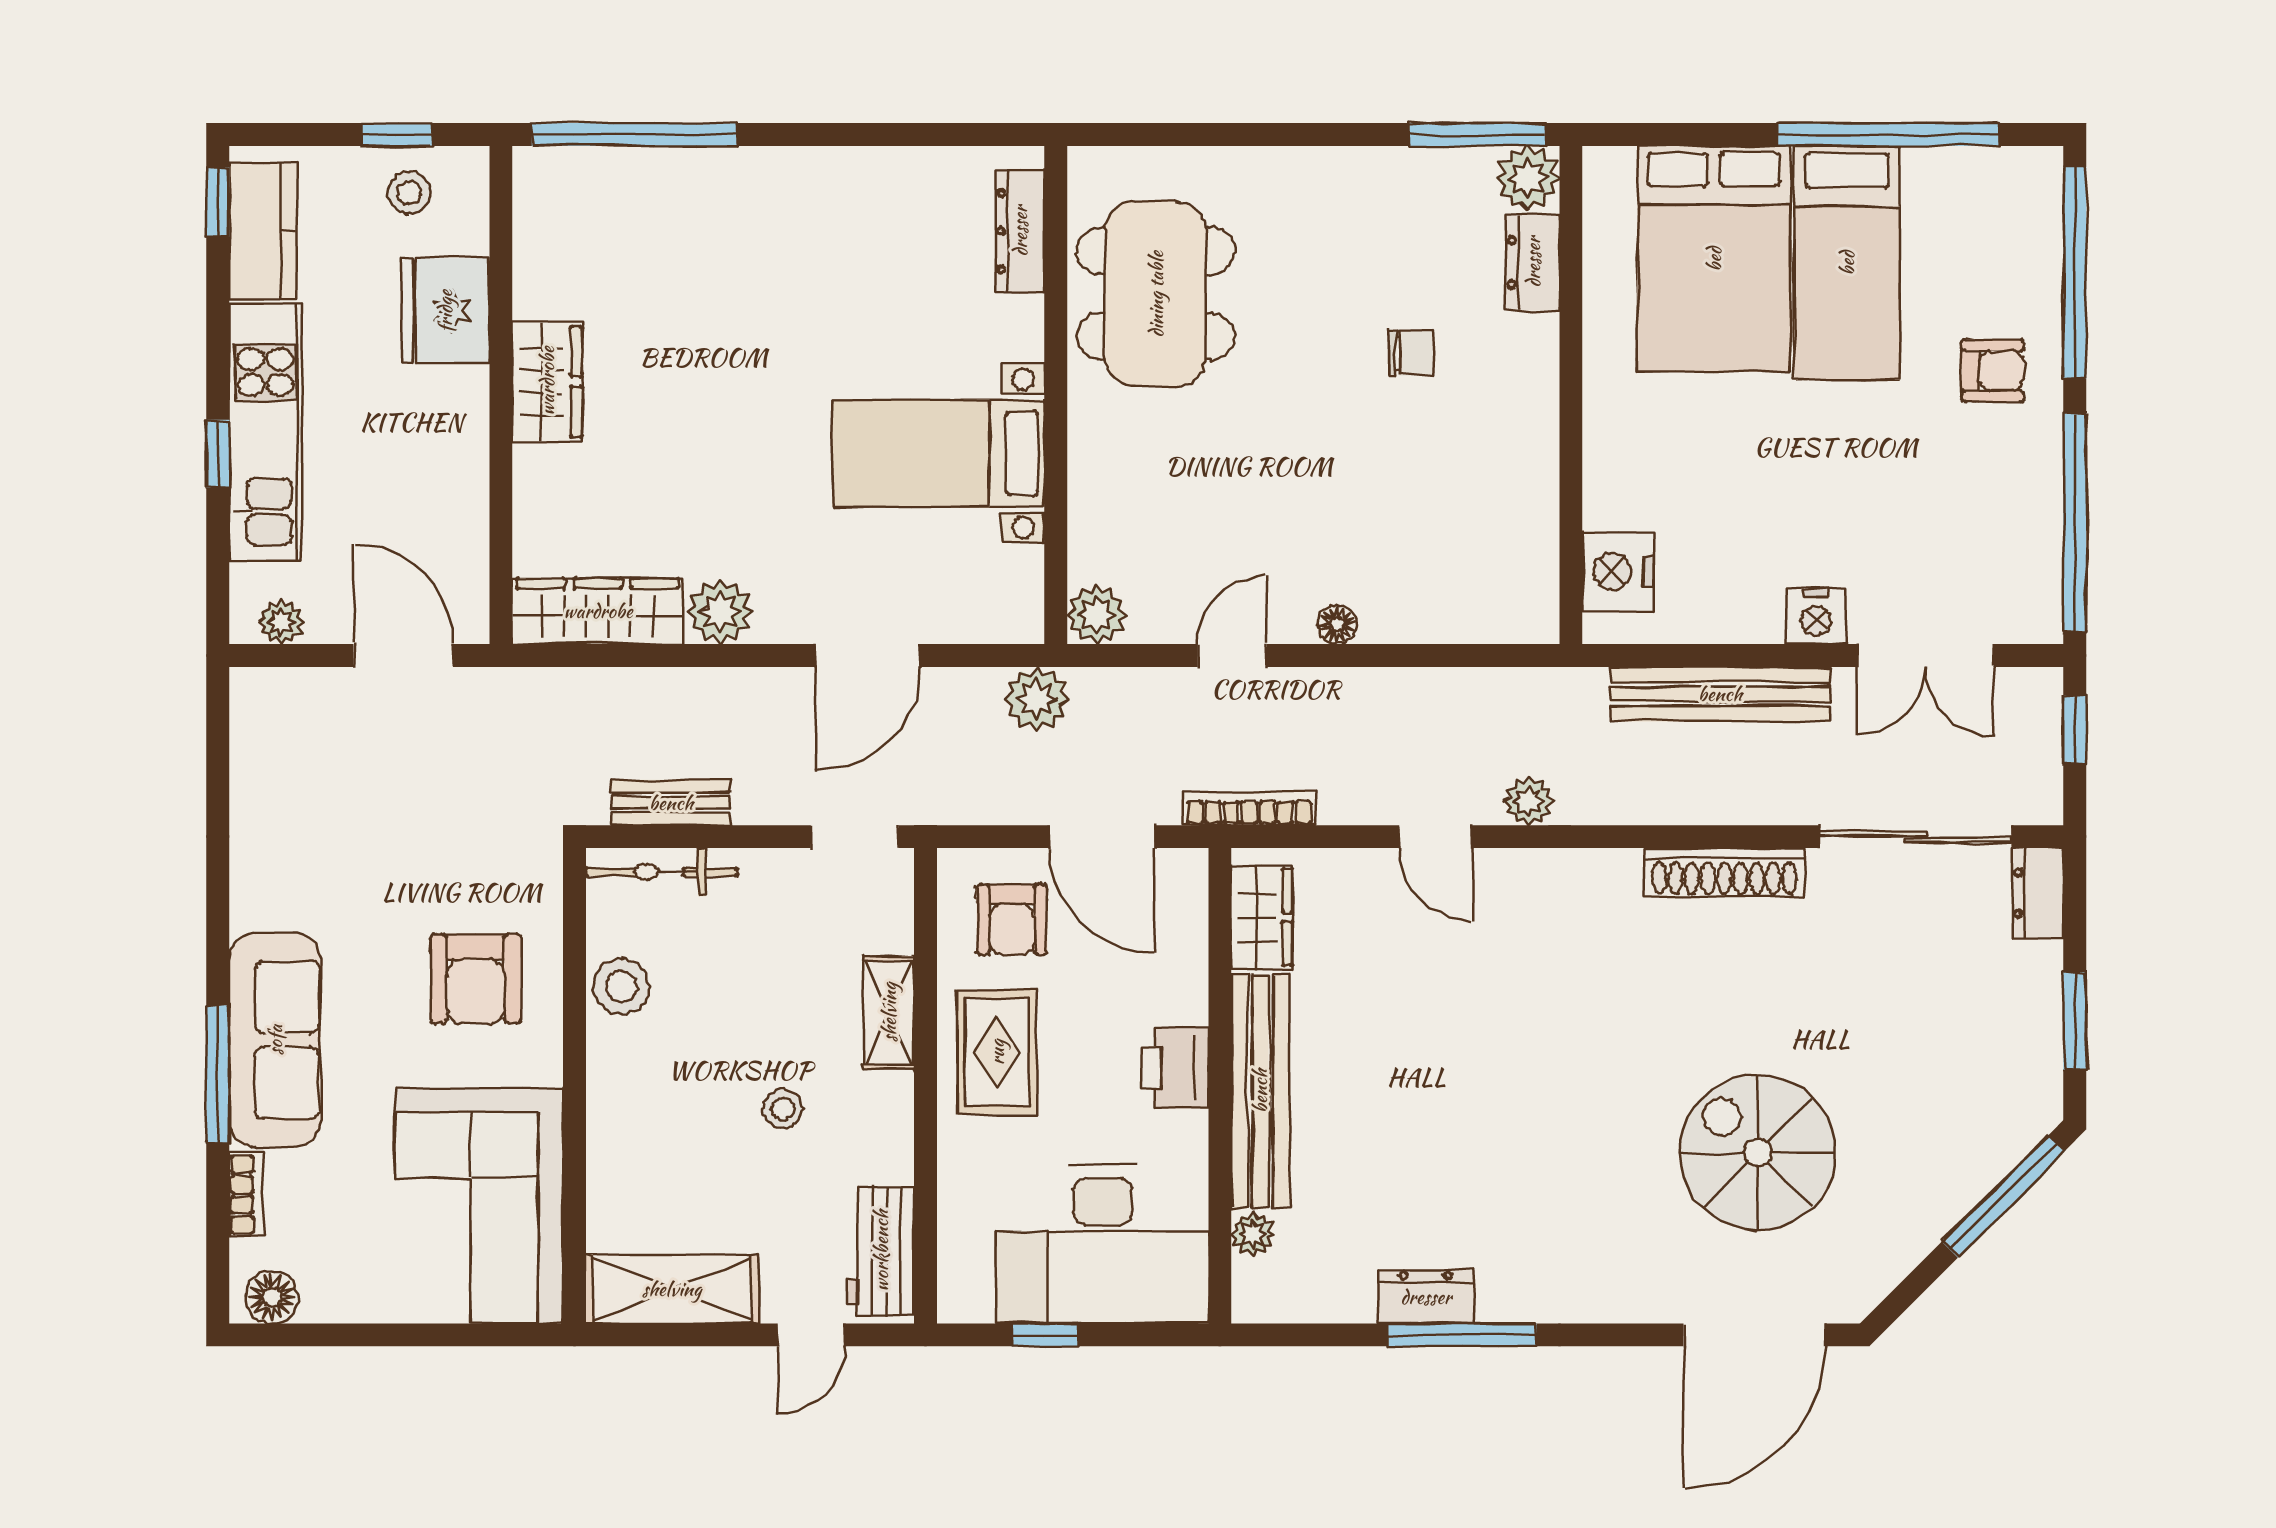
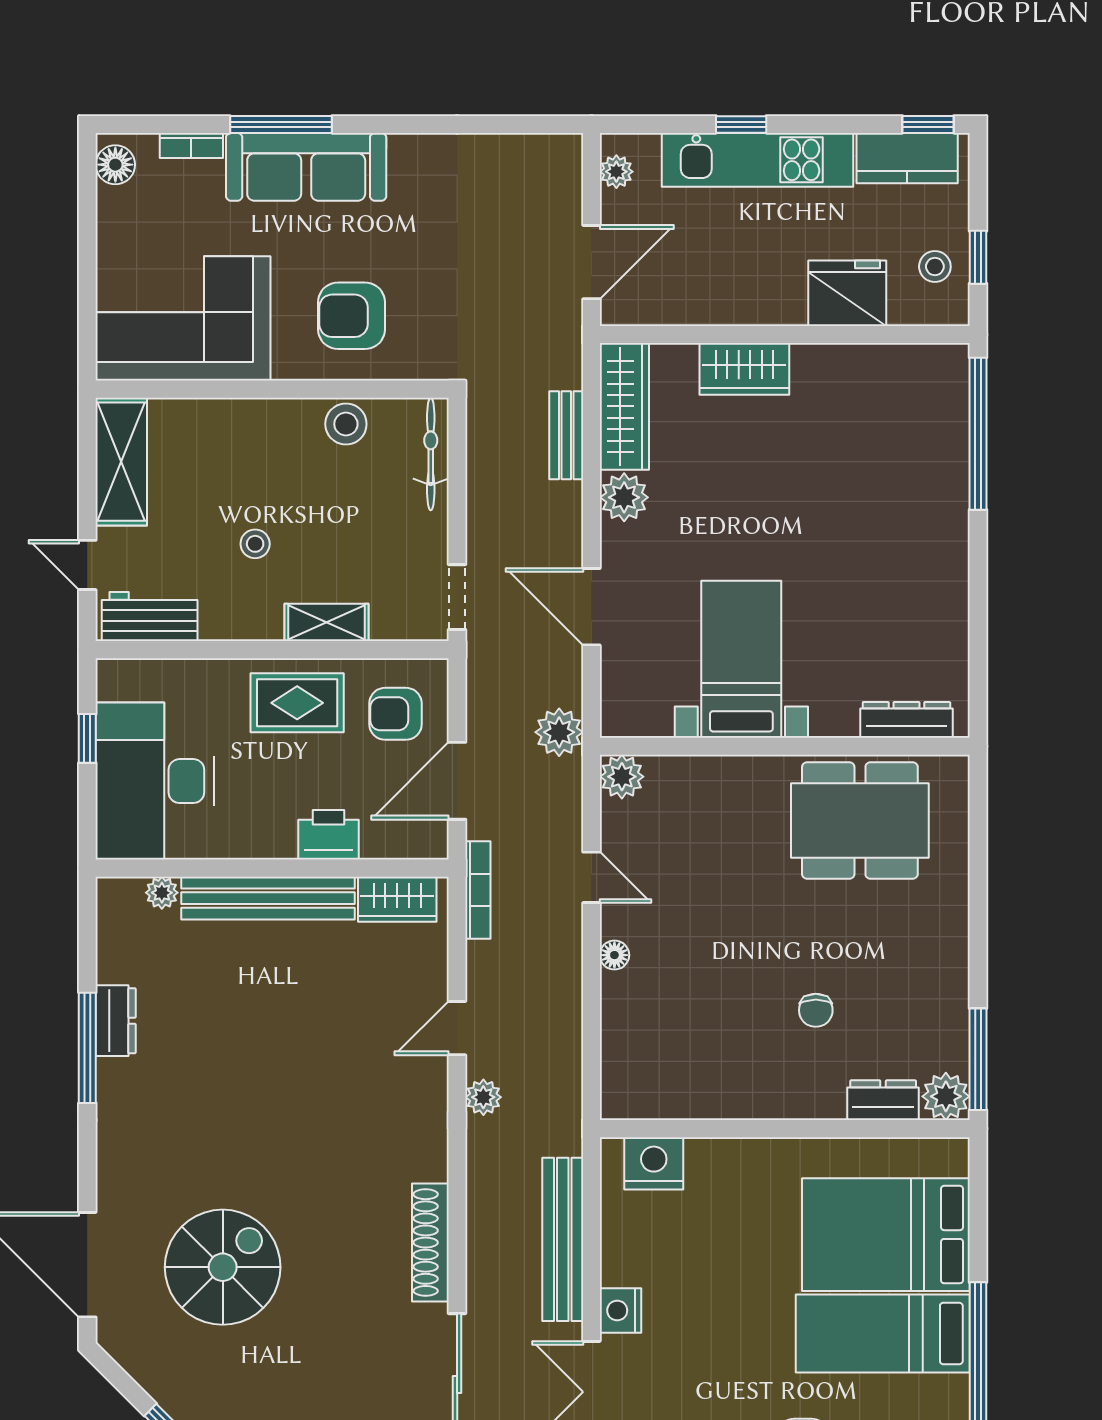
wardrobe: (547, 381) -> (744, 369), moved
bench: (671, 803) -> (566, 435), moved
printer: (1175, 1068) -> (328, 835), moved

